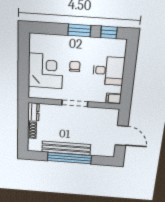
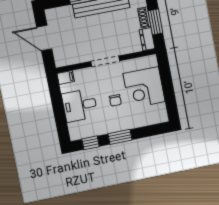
window: (23, 124) -> (155, 22), added

